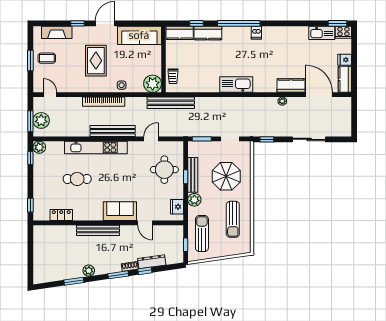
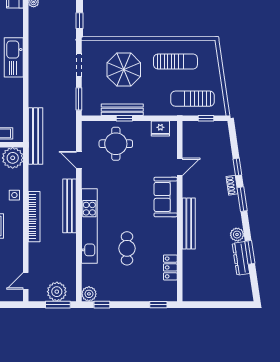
plant: (194, 200) -> (152, 108), removed
dresser: (152, 262) -> (241, 258), moved

